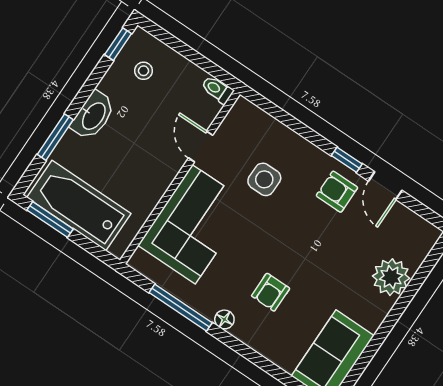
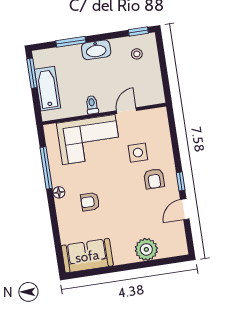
toilet: (217, 90) -> (92, 105), moved
armchair: (337, 192) -> (154, 179), moved, turned 180
bathtub: (79, 206) -> (48, 89), width x0.73, depth x0.73

